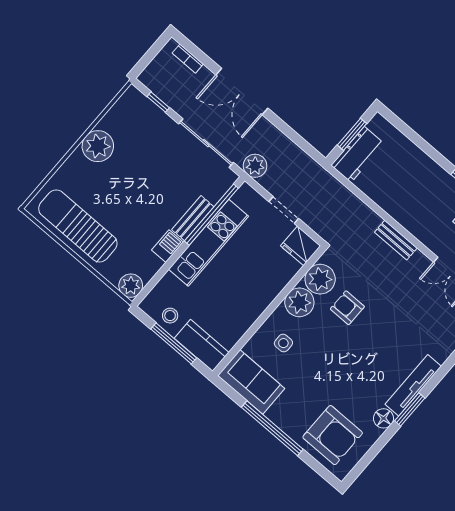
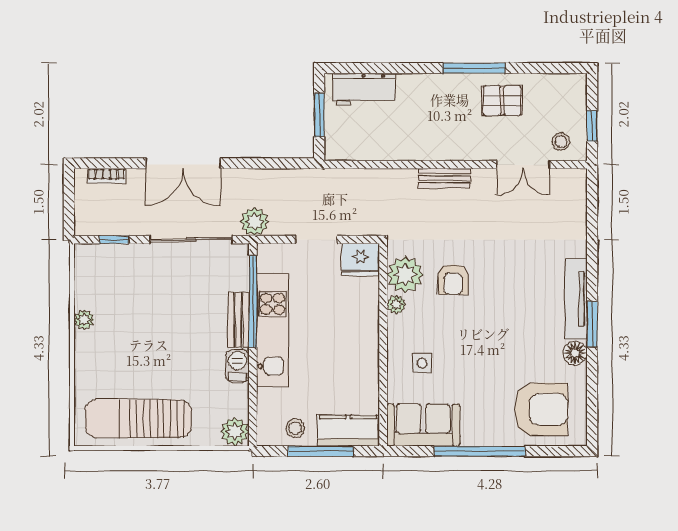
plant: (98, 146) -> (84, 320), width x0.53, depth x0.53
workbench: (358, 154) -> (364, 89), moved, turned 90
plant: (299, 302) -> (396, 304), width x0.53, depth x0.53
armchair: (347, 308) -> (453, 280), turned -90

